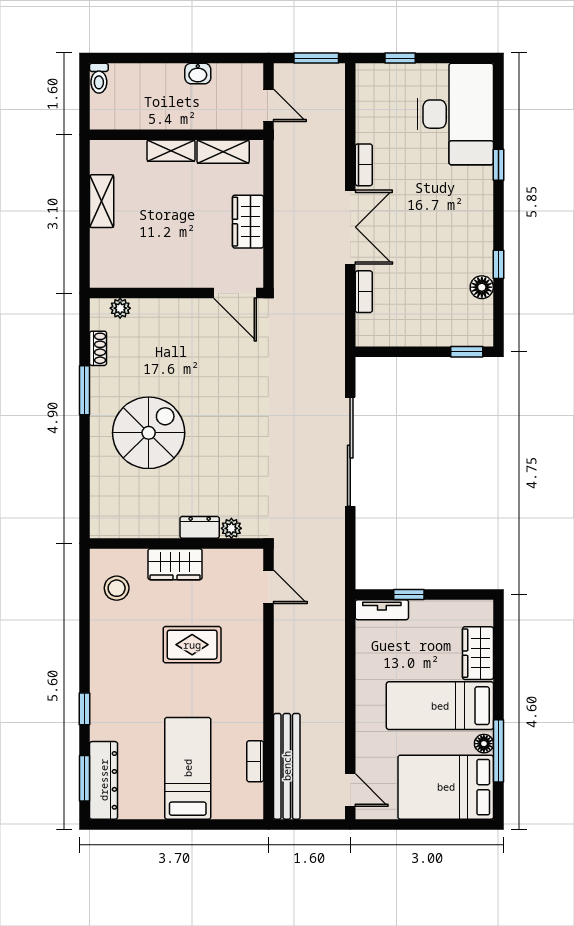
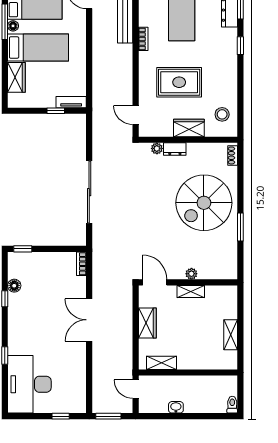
shelving: (171, 151) -> (191, 291), moved
bookcase: (364, 165) -> (81, 355), removed
bookcase: (364, 292) -> (81, 264), moved
plant: (120, 308) -> (191, 274), moved
shoe rack: (98, 348) -> (233, 155), moved
spiral stairs: (149, 433) -> (204, 203), width x1.37, depth x1.37
rug: (192, 645) -> (179, 82), width x1.36, depth x1.43
bookcase: (255, 761) -> (143, 39), moved

